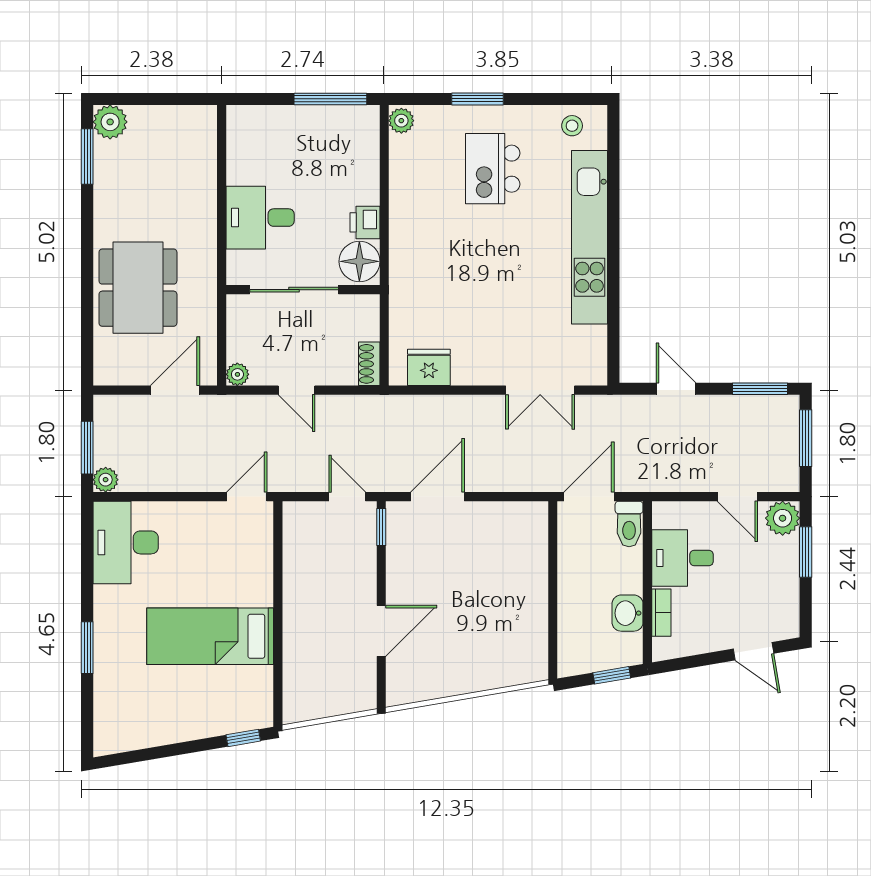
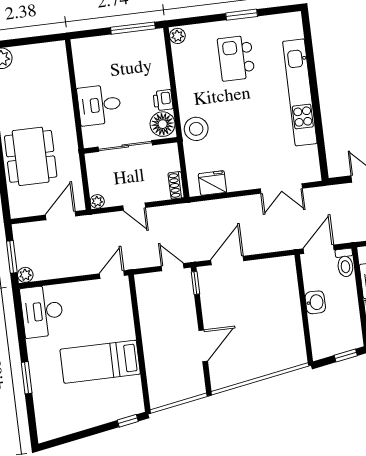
window: (477, 99) -> (242, 15), moved
stool: (572, 126) -> (196, 129), moved, width x1.89, depth x1.89
washbasin: (628, 613) -> (315, 302), moved, turned 180

